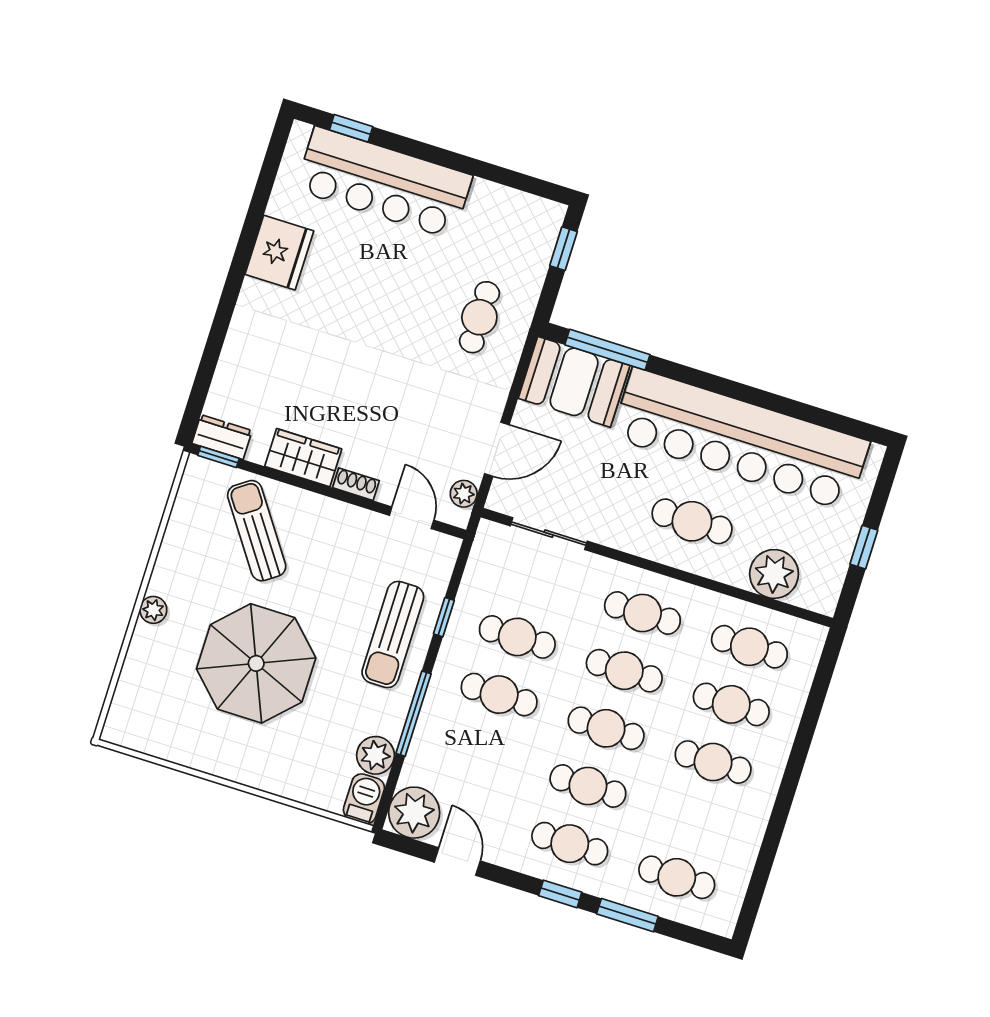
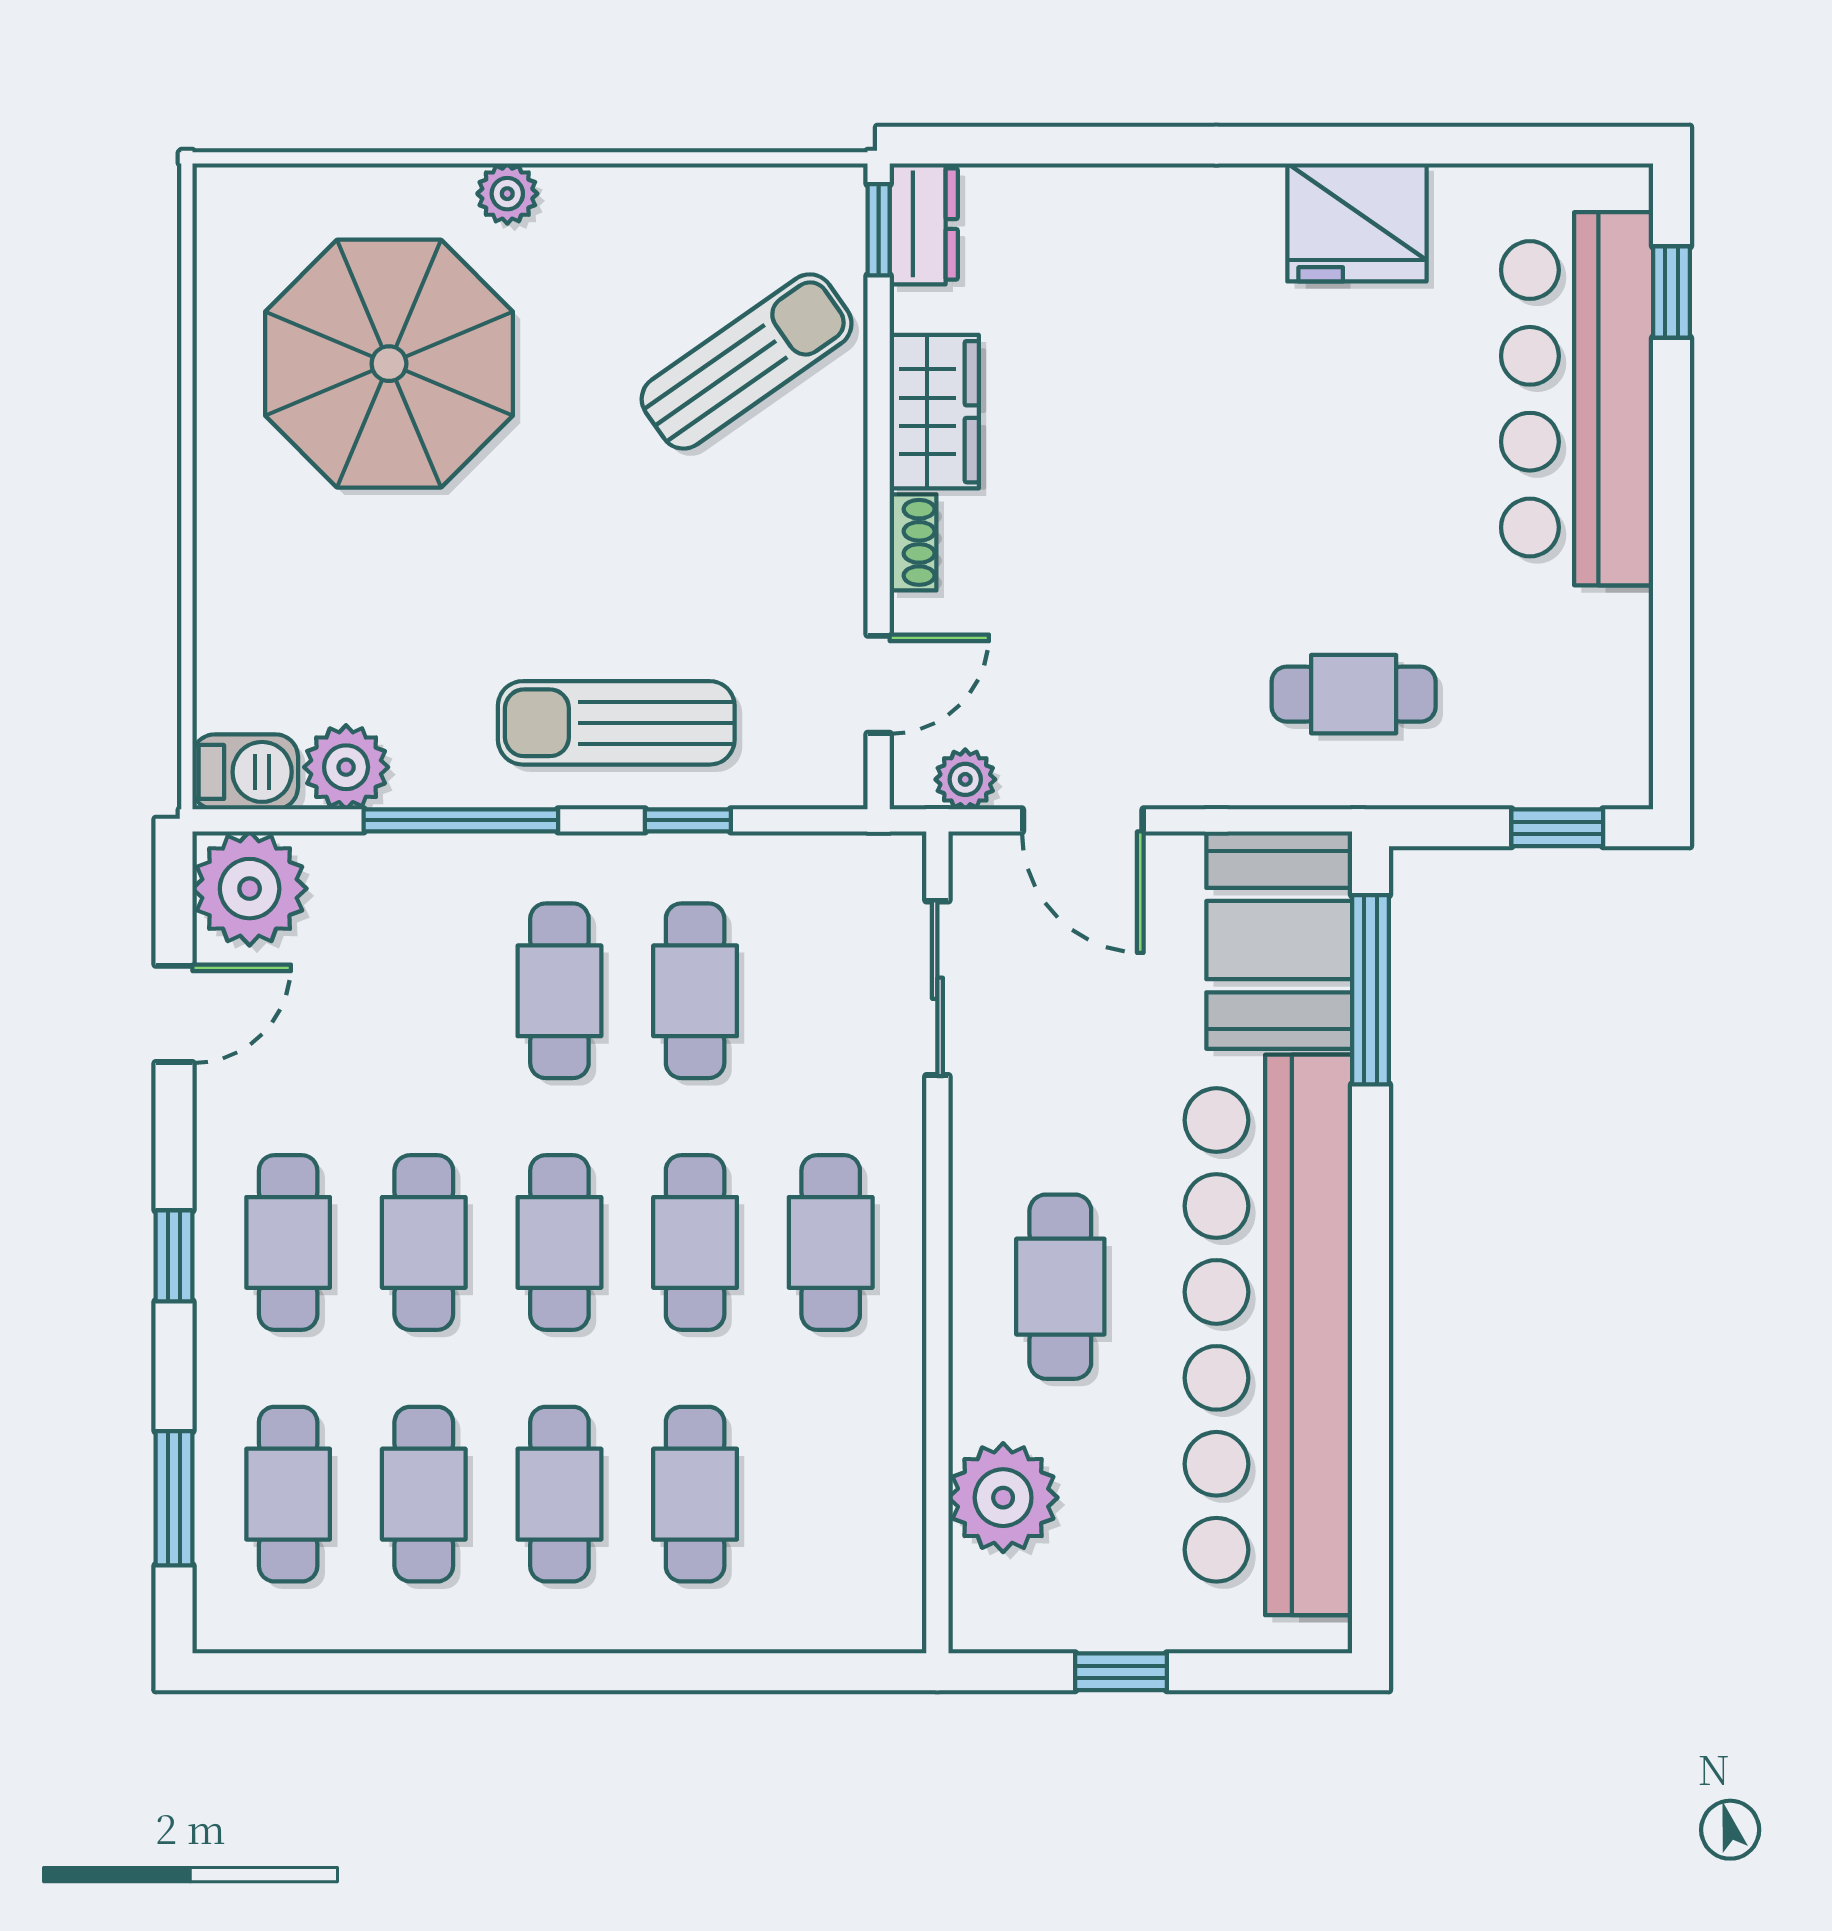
cafe table: (749, 647) -> (424, 1494), moved
parasol: (256, 663) -> (389, 364), moved
window: (627, 915) -> (174, 1498), moved

